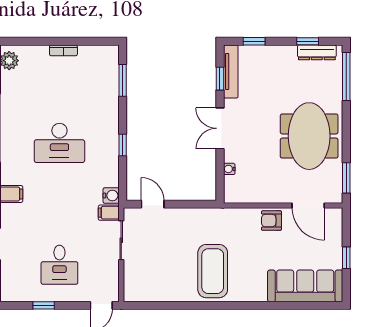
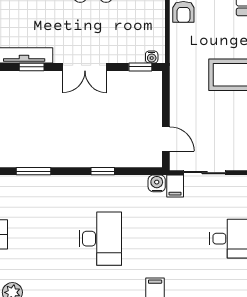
water cooler: (229, 169) -> (152, 57), moved
window: (220, 180) -> (140, 67), added
door: (153, 204) -> (166, 139), swing flipped

